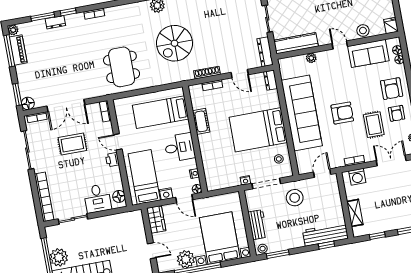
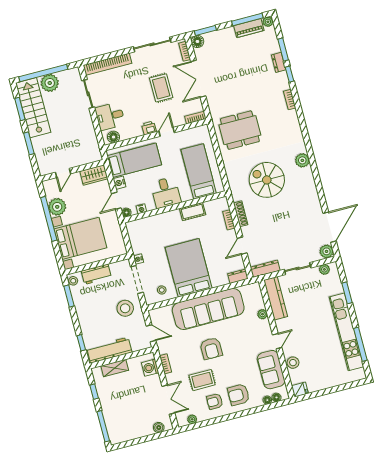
workbench: (325, 234) -> (109, 350), moved, turned -90

